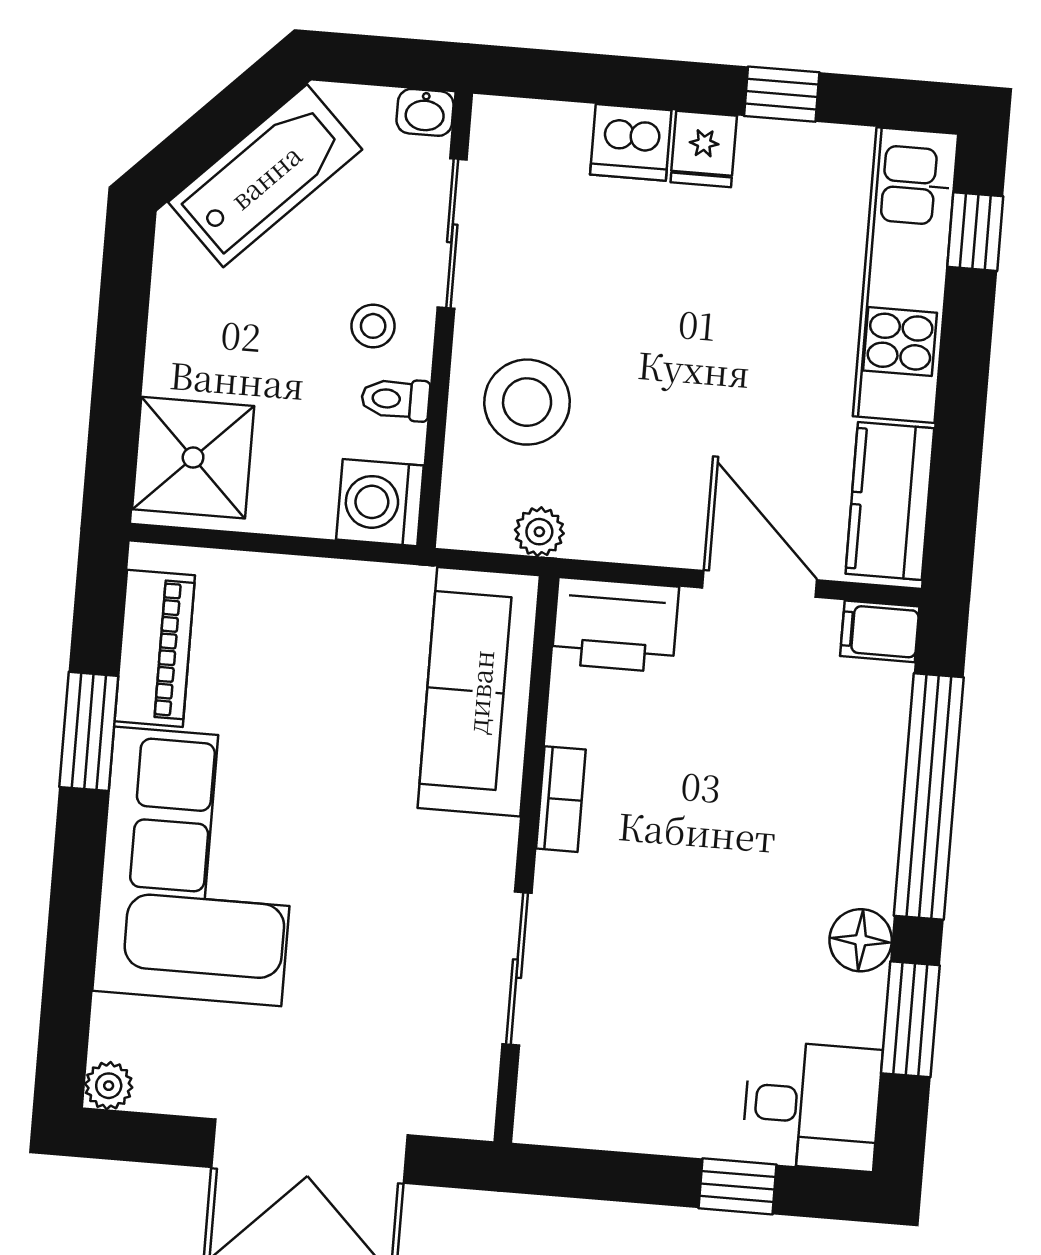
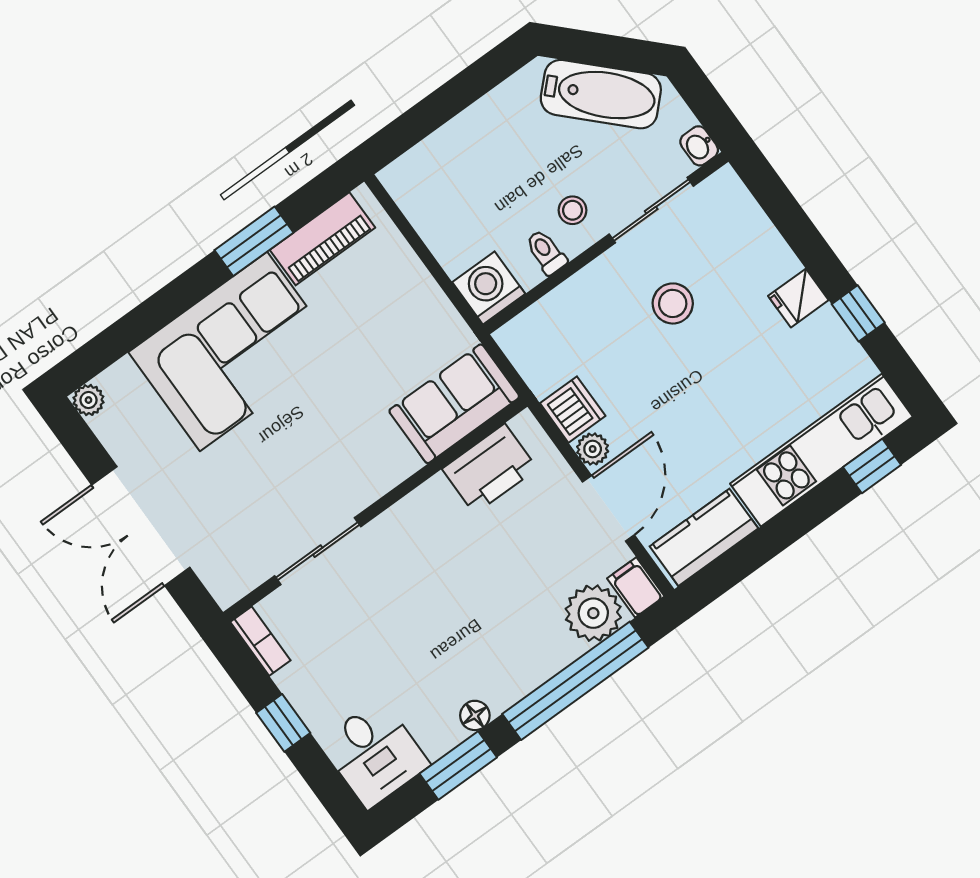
dishwasher: (631, 142) -> (573, 410), moved, turned 180
stool: (527, 402) -> (673, 303), moved, width x0.73, depth x0.73
shower: (193, 458) -> (432, 177), removed
plant: (539, 532) -> (593, 449), moved
printer: (615, 625) -> (490, 469), moved, turned -90
sofa: (479, 692) -> (454, 404), width x0.73
plant: (867, 707) -> (593, 613), added
bookcase: (561, 799) -> (260, 641), moved, turned -90
floor lamp: (861, 940) -> (475, 715), width x0.73, depth x0.73
window: (738, 1186) -> (283, 723), moved

